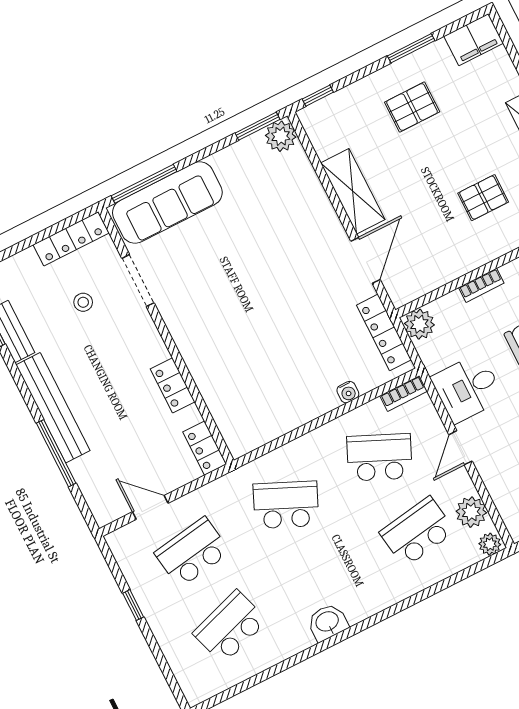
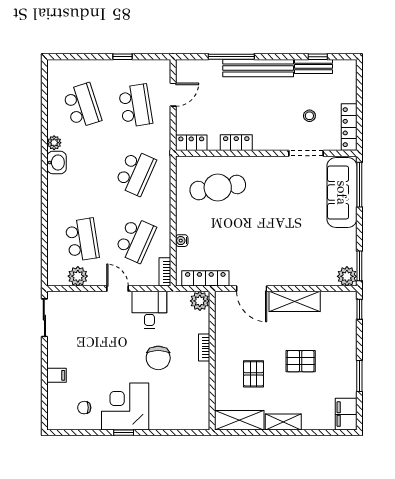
pallet: (412, 107) -> (301, 361), moved, turned 90
cafe table: (248, 379) -> (218, 188), added
plant: (490, 544) -> (54, 143), moved

